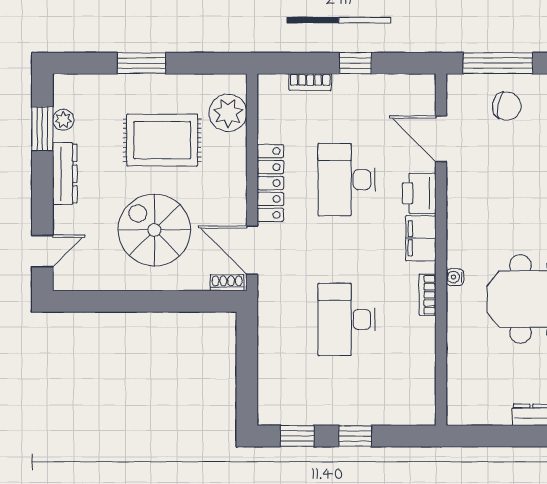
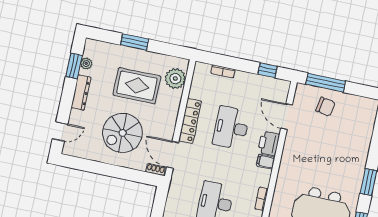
window: (355, 63) -> (267, 70), moved
spiral stairs: (154, 230) -> (123, 133), turned -90
filing cabinet: (421, 238) -> (266, 162), width x0.50
water cooler: (455, 277) -> (278, 192), removed

